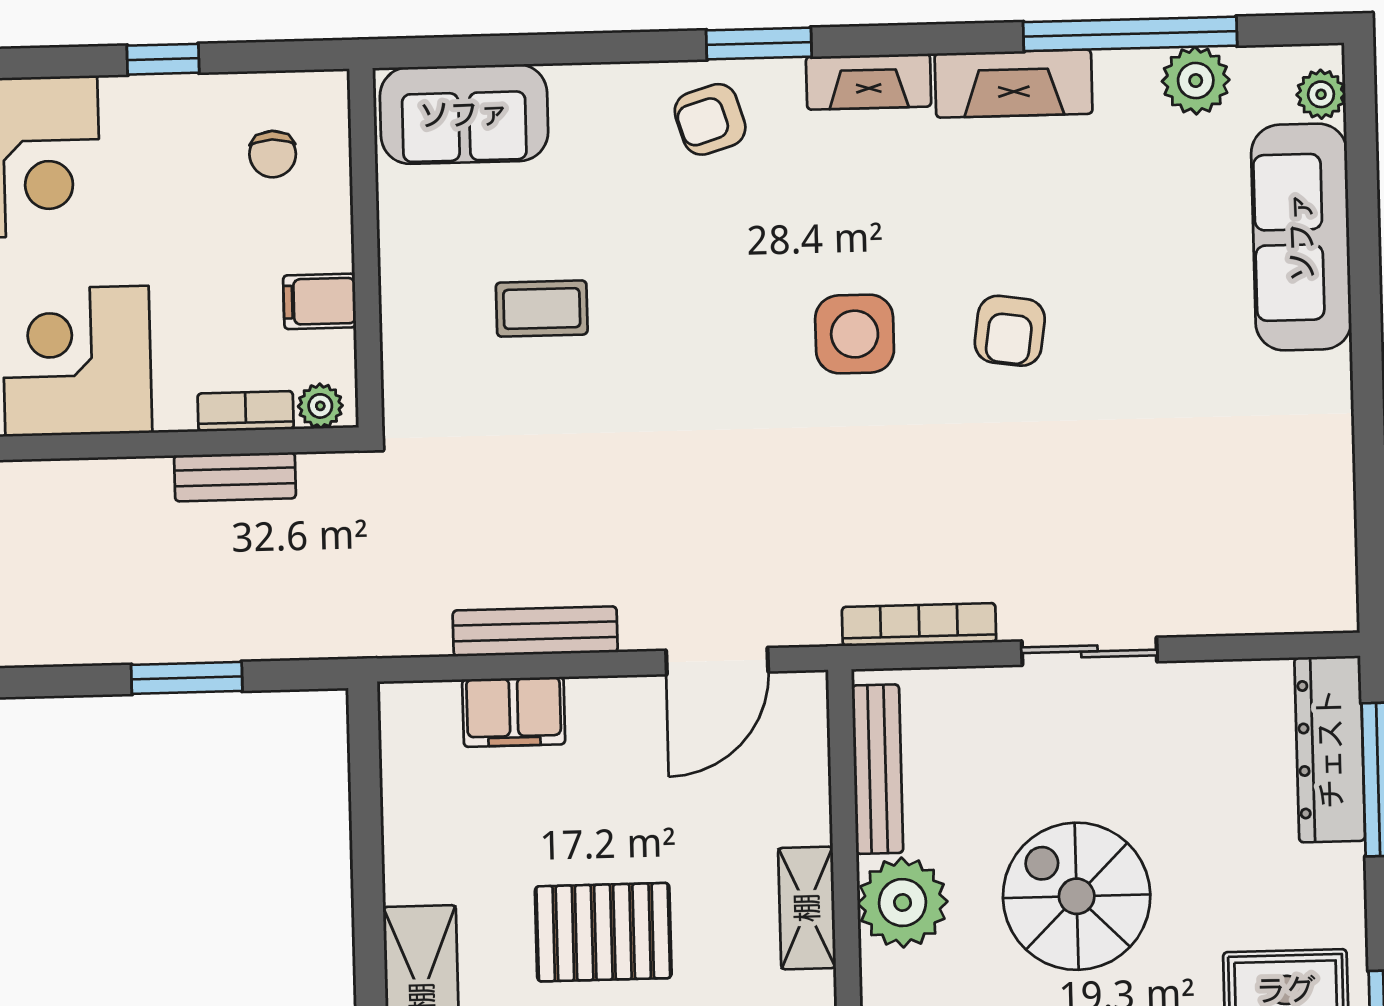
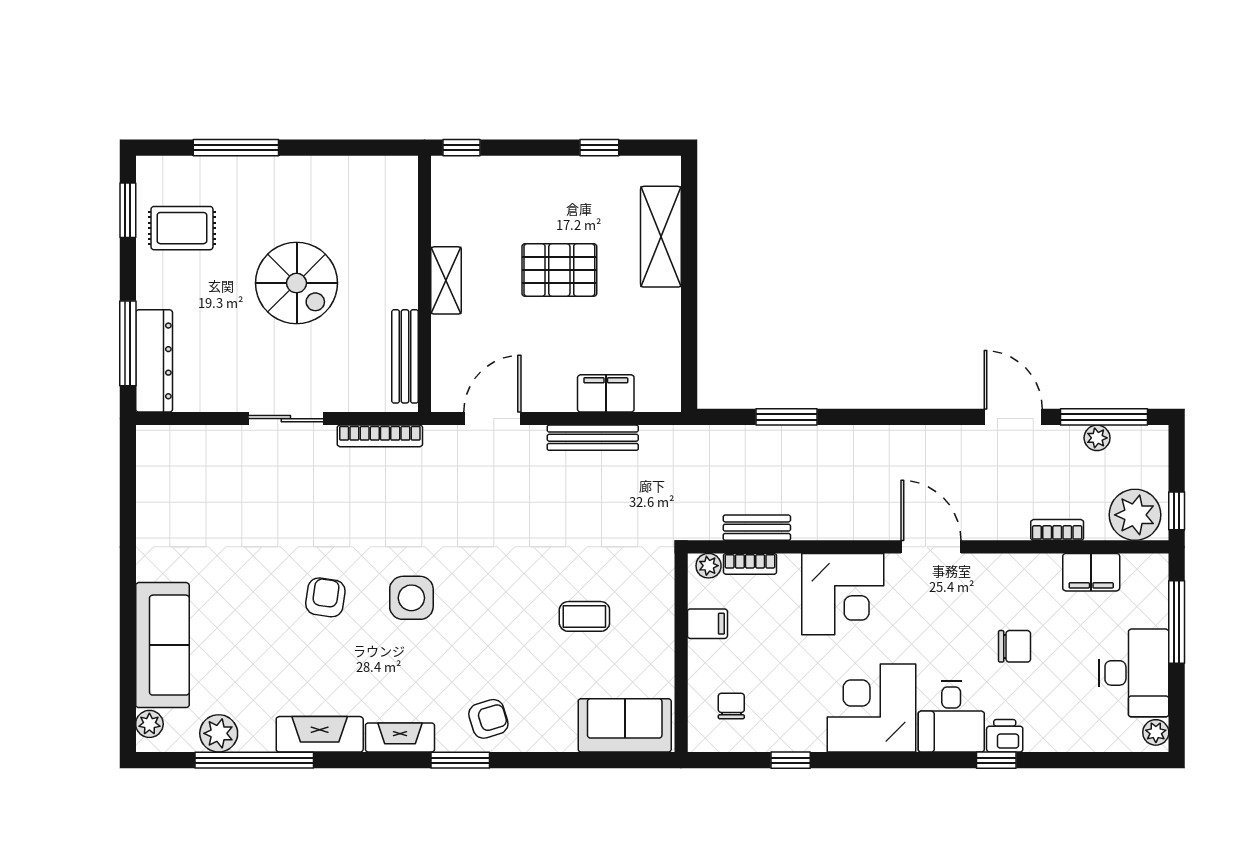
plant: (903, 903) -> (393, 282), removed

